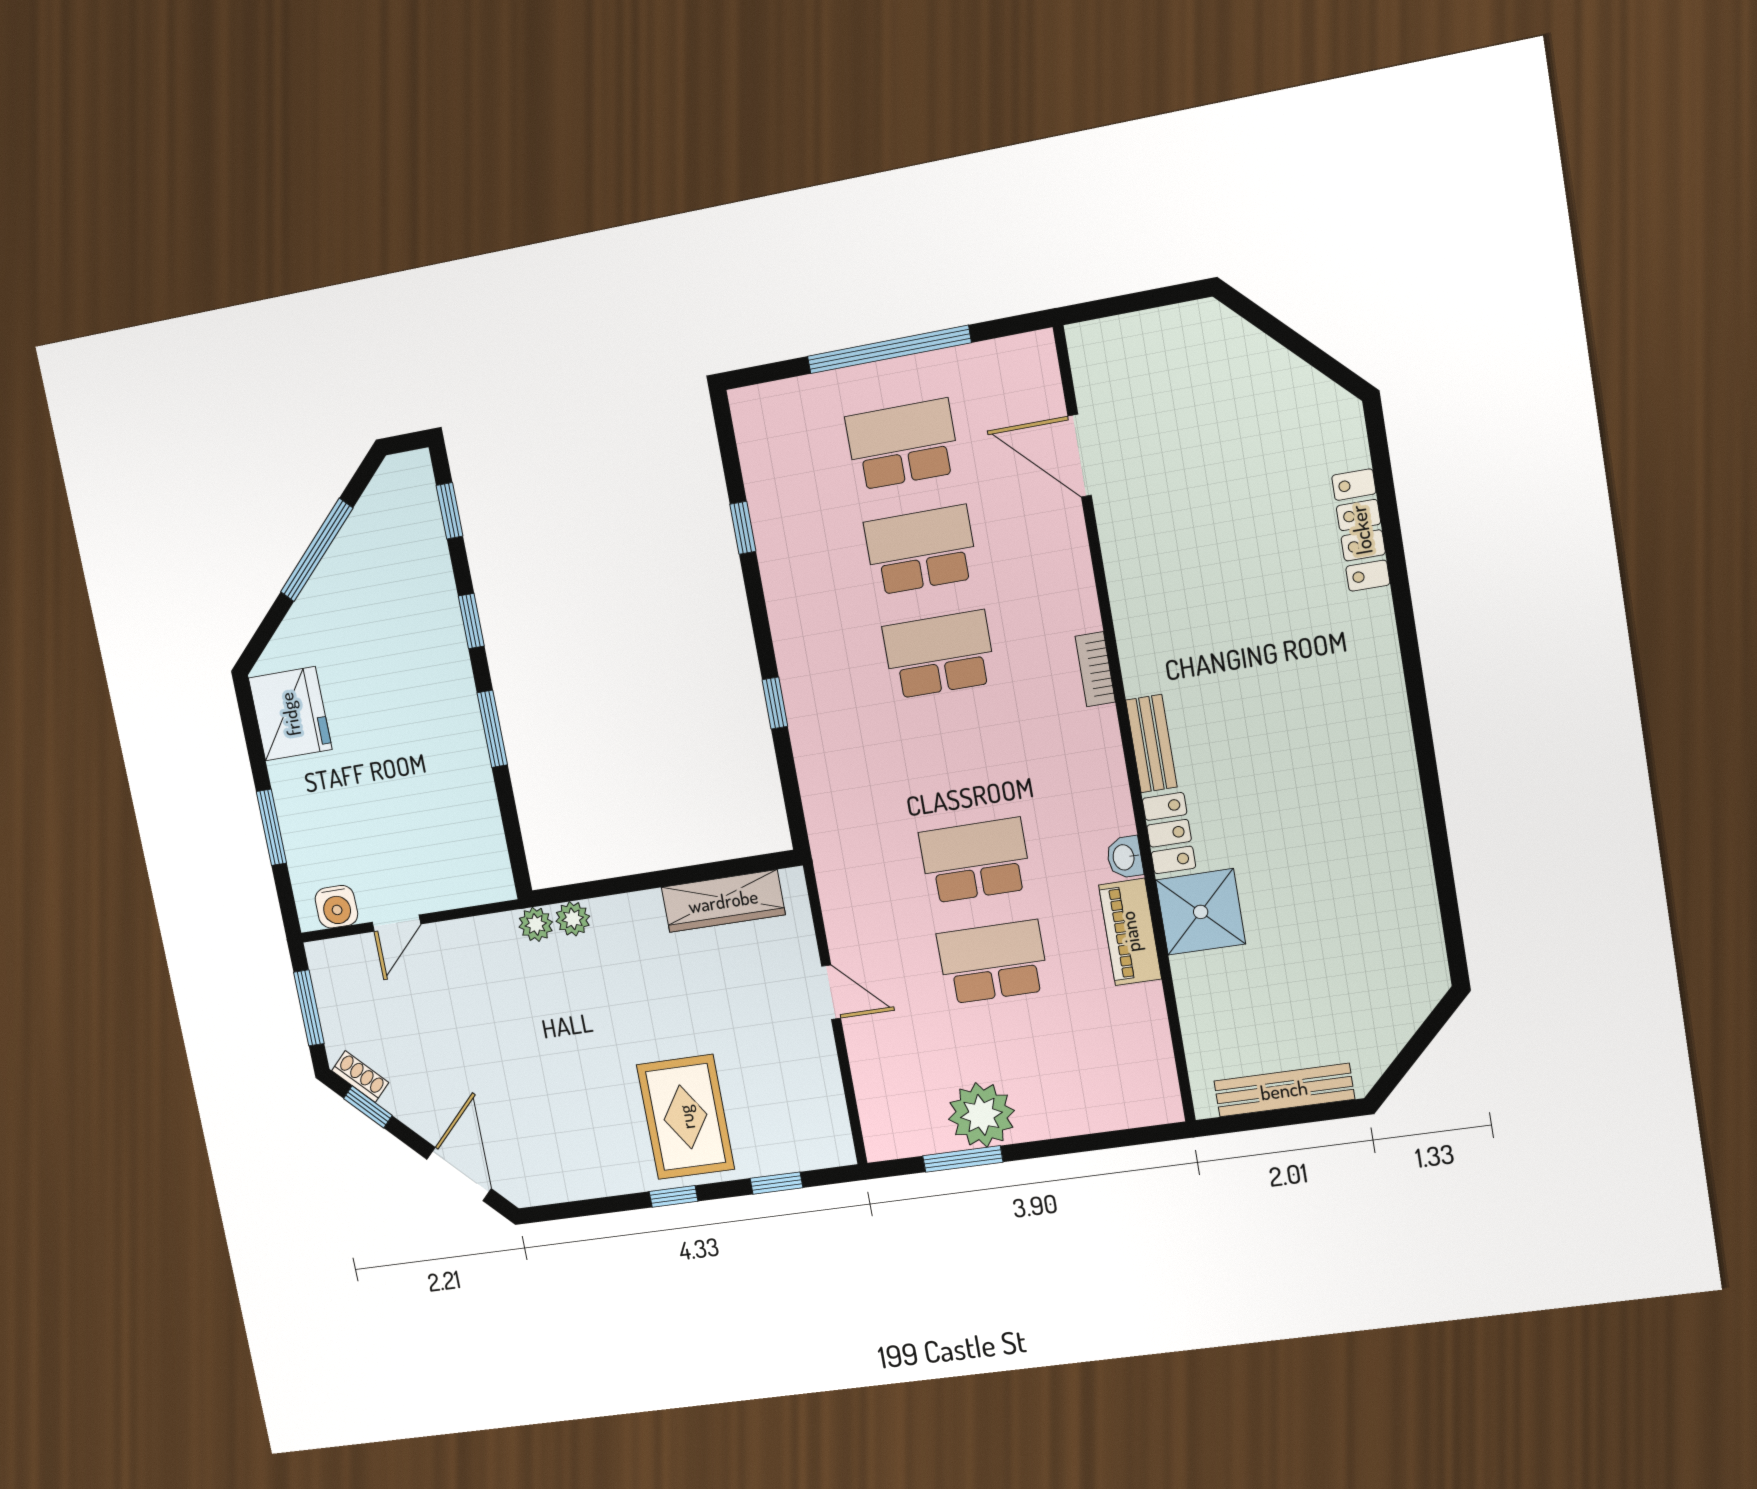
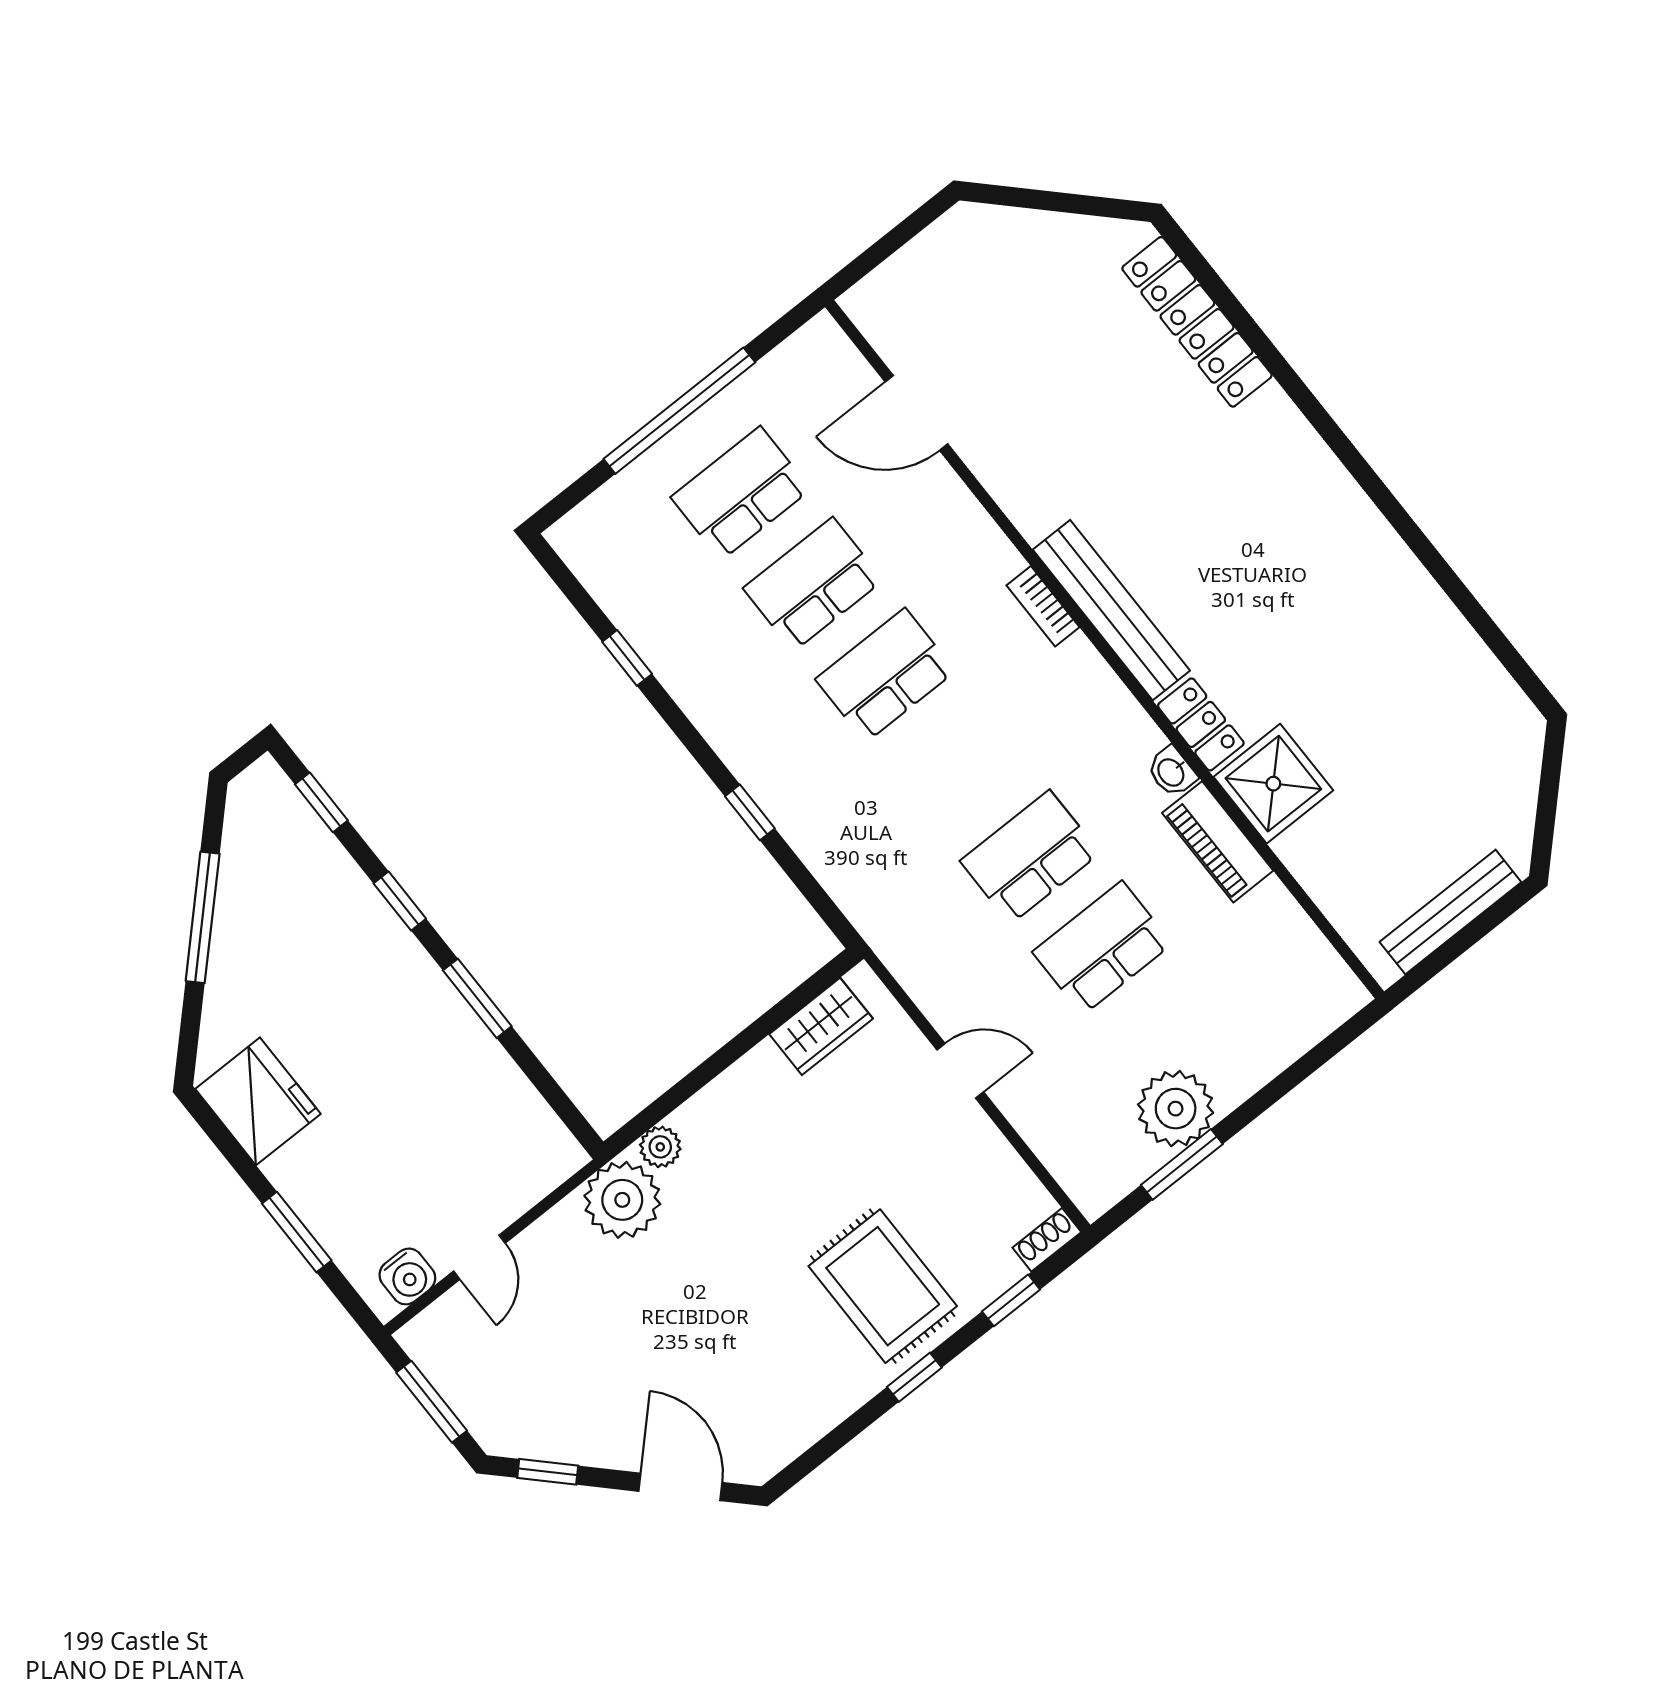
locker: (1361, 530) -> (1197, 322), width x1.41, depth x1.21
bench: (1151, 744) -> (1111, 610), width x1.86, depth x1.21
wardrobe: (723, 901) -> (821, 1026), width x0.67
plant: (536, 924) -> (622, 1200), width x1.87, depth x1.87
shoe rack: (360, 1077) -> (1047, 1240), moved, turned -45

